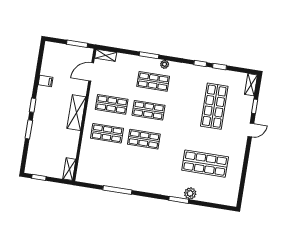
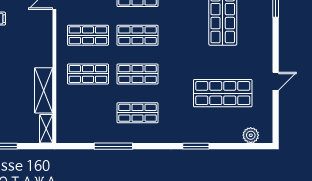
shelving: (76, 113) -> (44, 90), moved
door: (251, 130) -> (276, 81), moved
shop shelf: (139, 168) -> (138, 113), added
plant: (190, 193) -> (251, 135), moved

